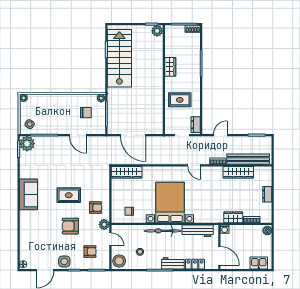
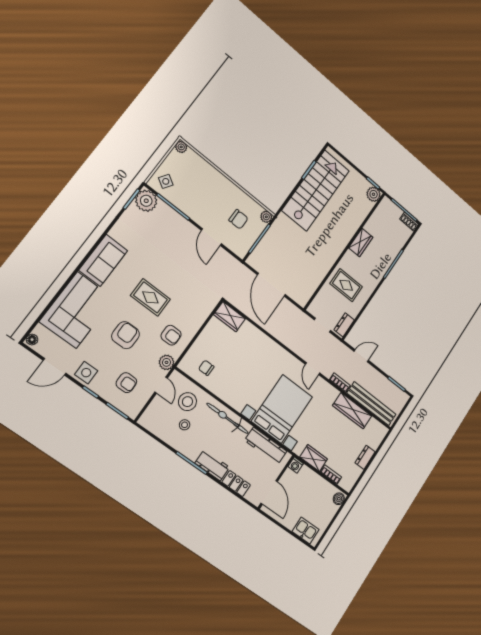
wardrobe: (127, 172) -> (230, 317), width x0.67
bed with nightstands: (170, 202) -> (282, 409), moved
armchair: (70, 226) -> (125, 335), turned 90
corner sofa: (35, 232) -> (77, 310), added
stool: (119, 261) -> (187, 402), moved

